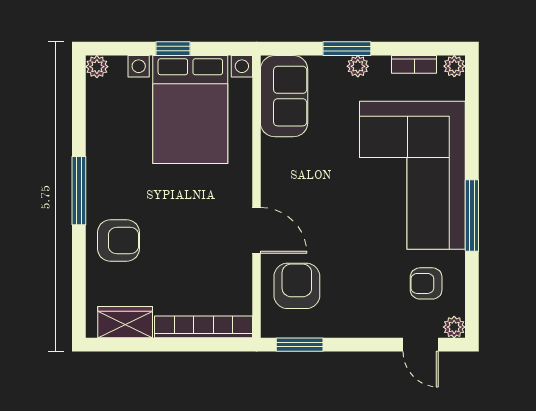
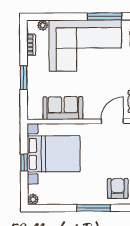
plant: (358, 66) -> (32, 72), removed
plant: (454, 66) -> (43, 25), moved
sofa: (284, 96) -> (63, 108), moved

